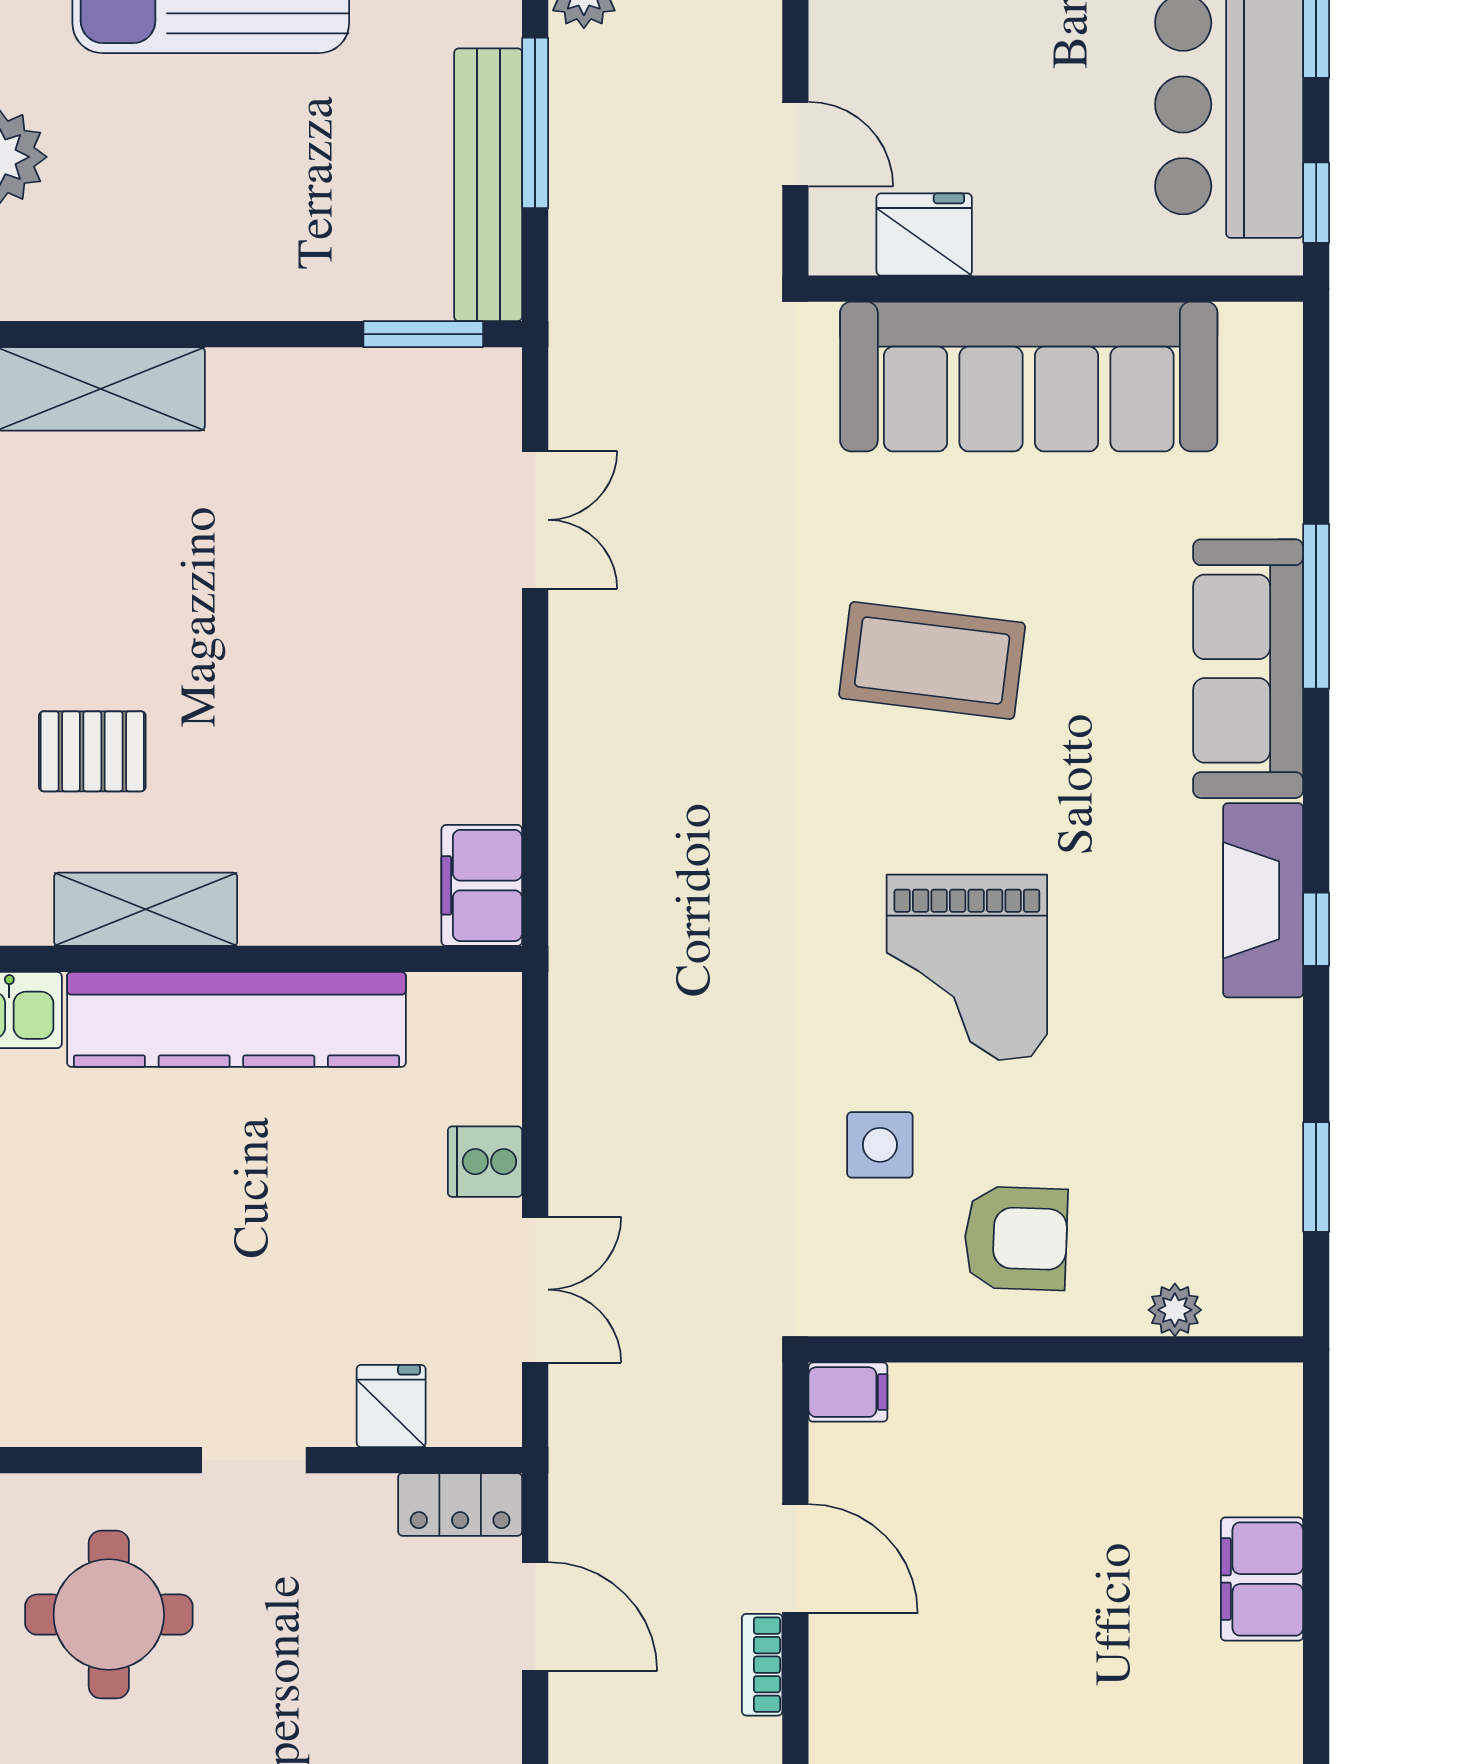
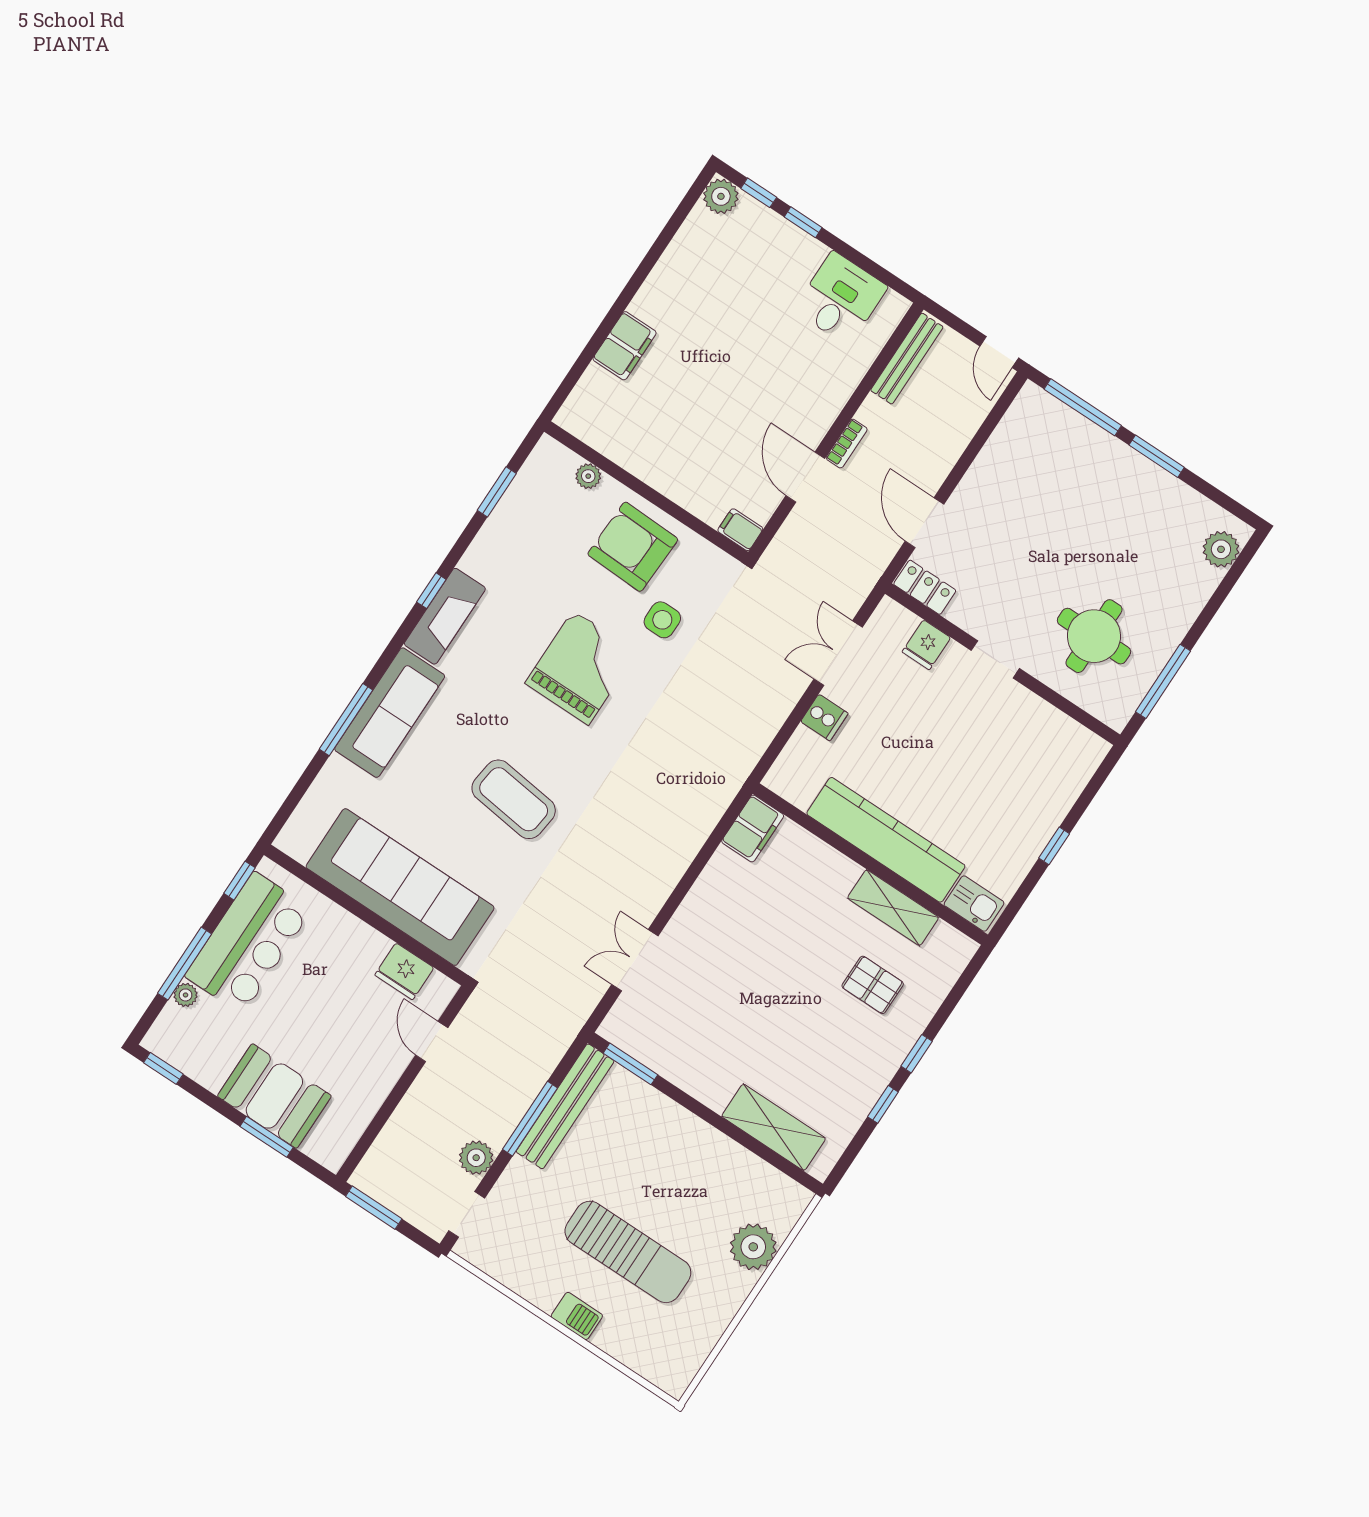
armchair: (1016, 1238) -> (633, 547), width x1.36, depth x1.36

